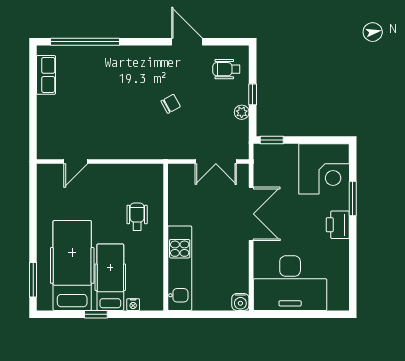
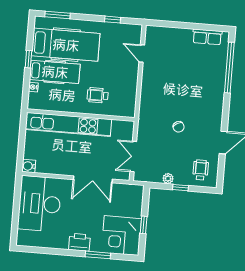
window: (272, 140) -> (144, 225), moved
window: (33, 205) -> (113, 20), added
wheelchair: (137, 217) -> (98, 95), turned 180
kitchen unit: (180, 268) -> (68, 124), width x1.36

